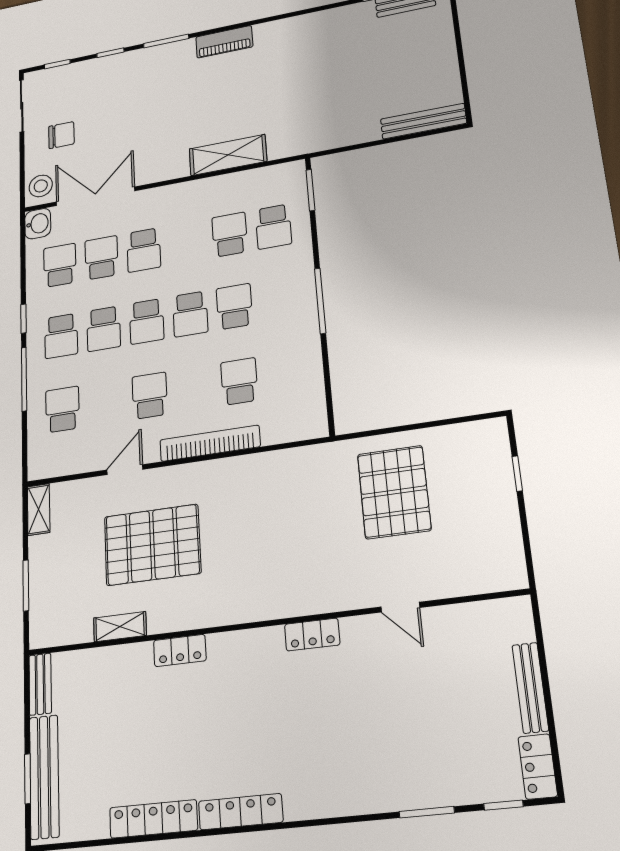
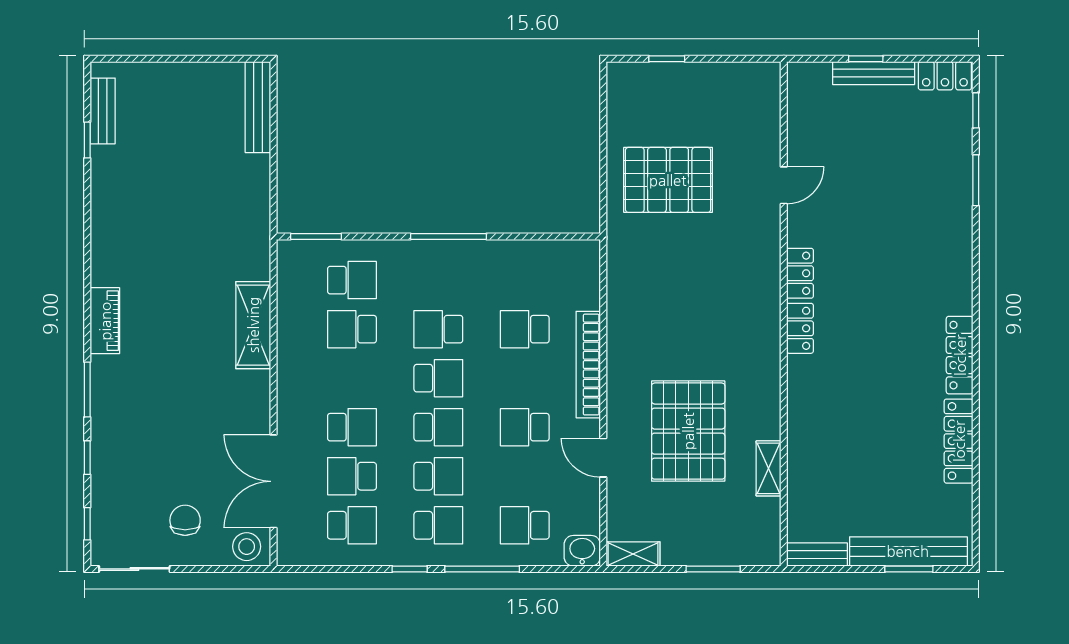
washbasin: (38, 224) -> (582, 551), moved
school desk: (60, 265) -> (352, 525), turned 180
locker: (180, 651) -> (800, 328), moved
window: (545, 677) -> (866, 59), added

